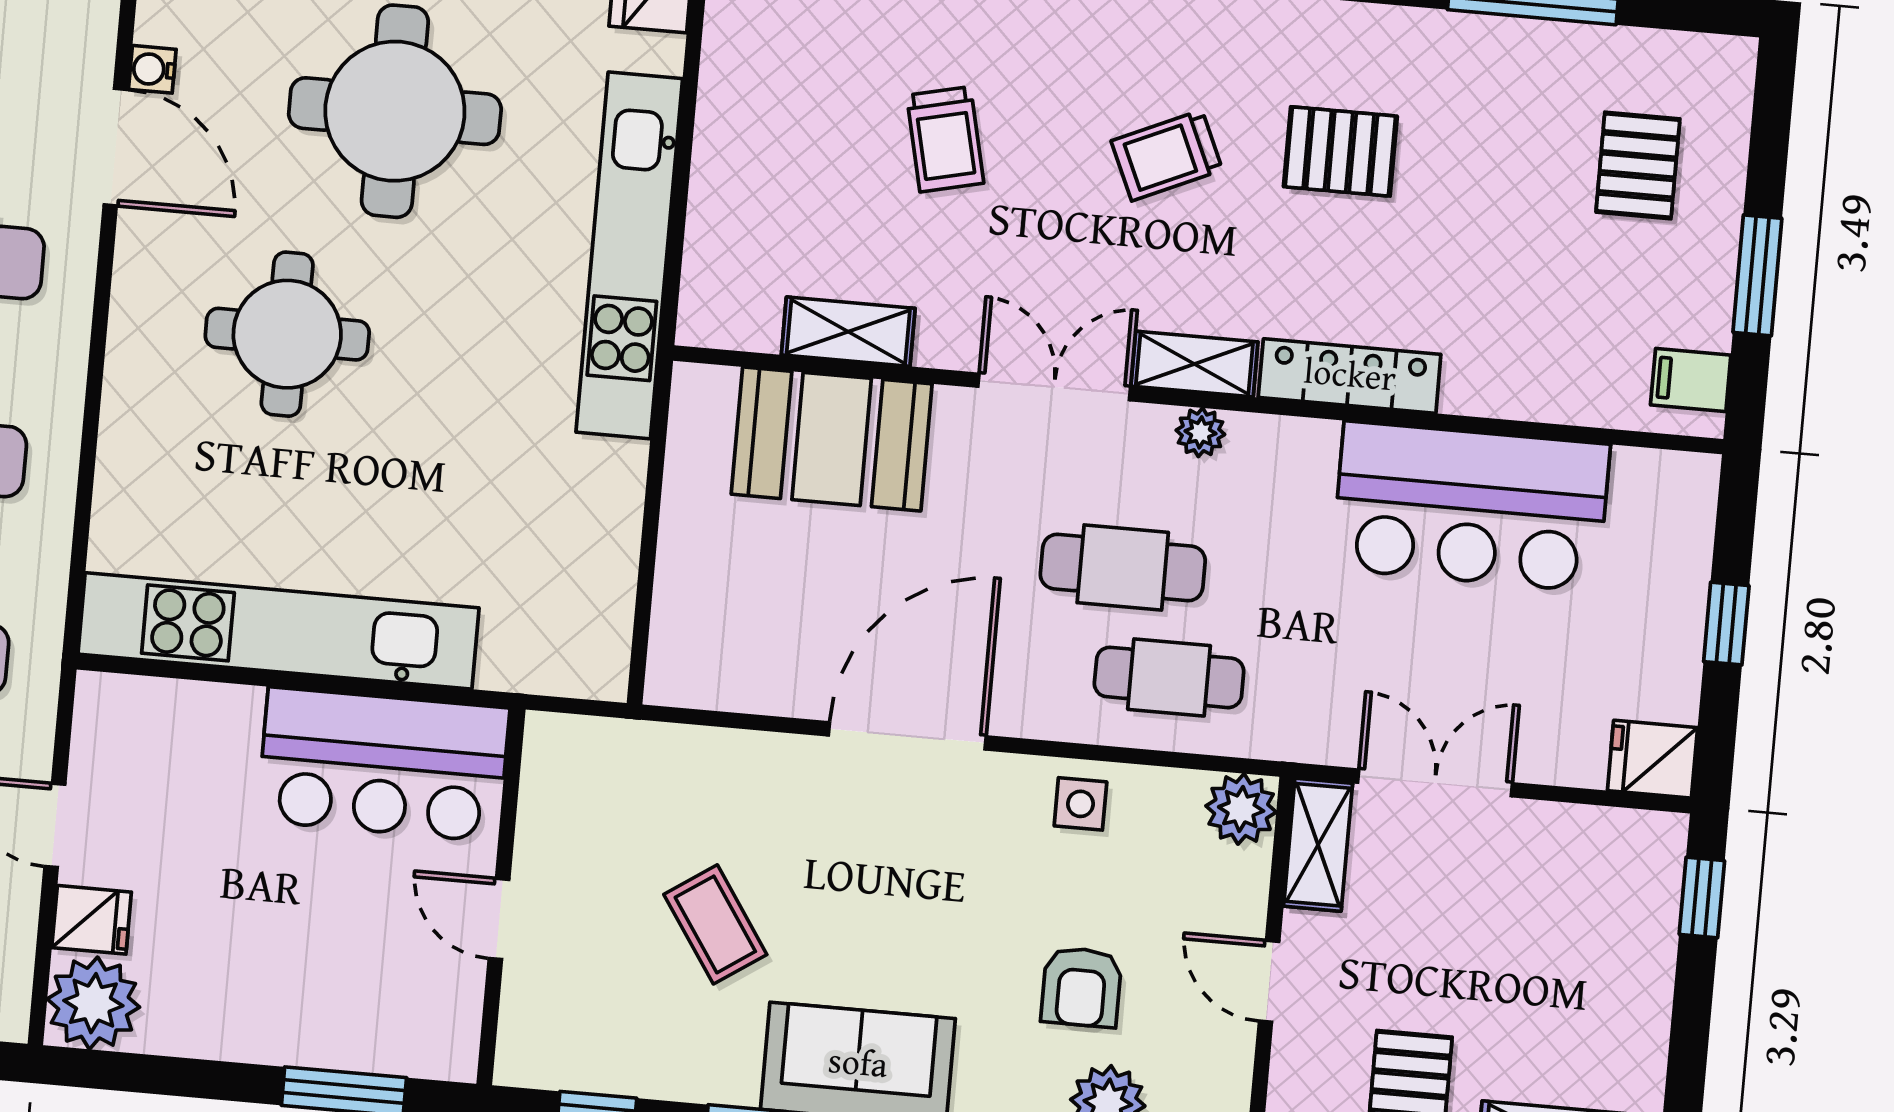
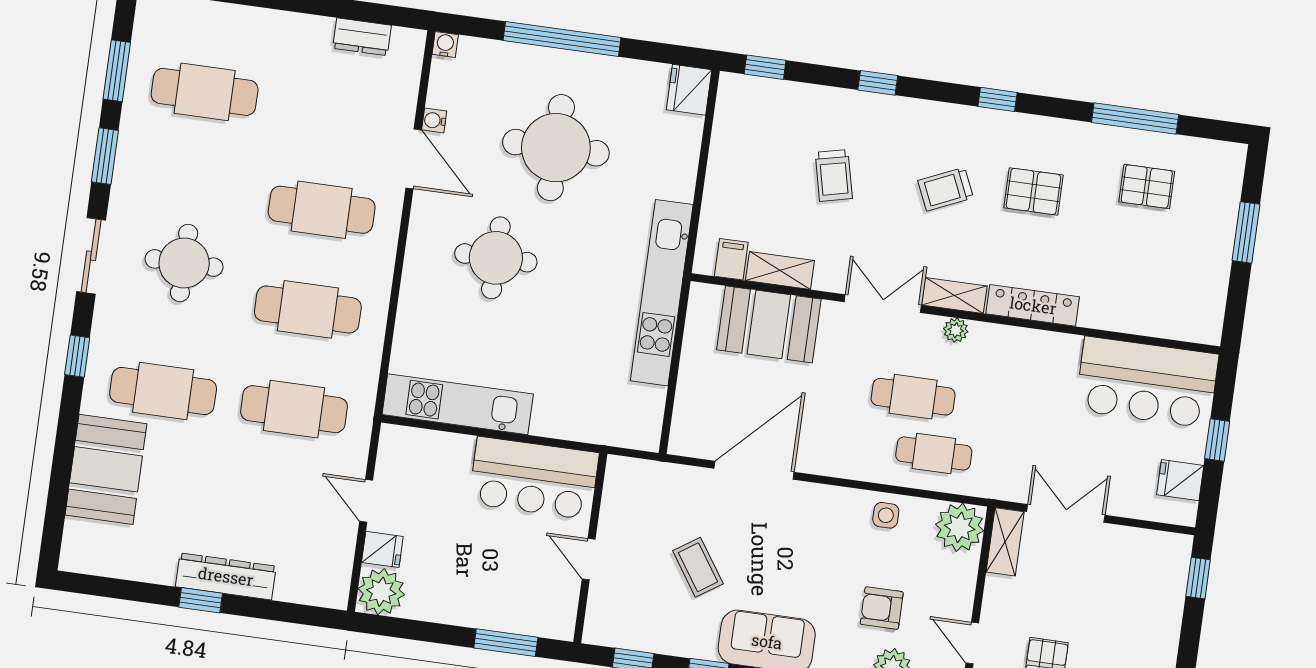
pallet: (1638, 166) -> (1147, 186), moved, turned 90
kitchen unit: (629, 255) -> (662, 293), moved
window: (1757, 275) -> (1246, 232), moved
filing cabinet: (1691, 380) -> (731, 259), moved, turned 90
bar counter: (1471, 507) -> (1147, 382), moved
kitchen unit: (279, 631) -> (458, 404), width x0.73
door: (907, 736) -> (754, 470), moved
fridge: (1653, 759) -> (1180, 480), moved
plant: (1241, 809) -> (960, 527), width x1.36, depth x1.36
door: (1269, 981) -> (972, 643), moved
armchair: (1081, 987) -> (882, 608), turned 90

